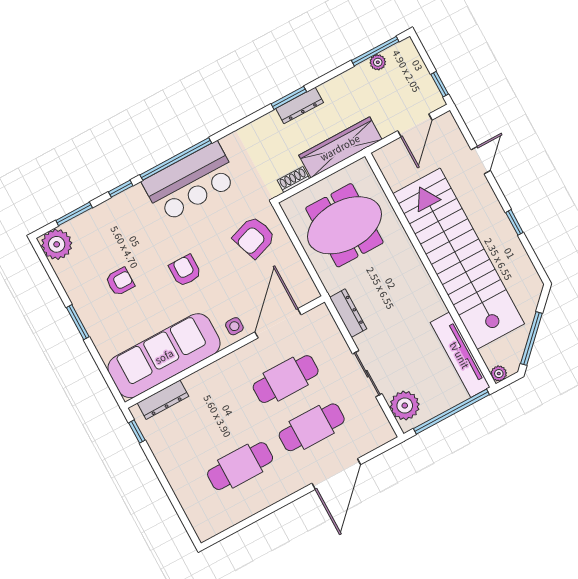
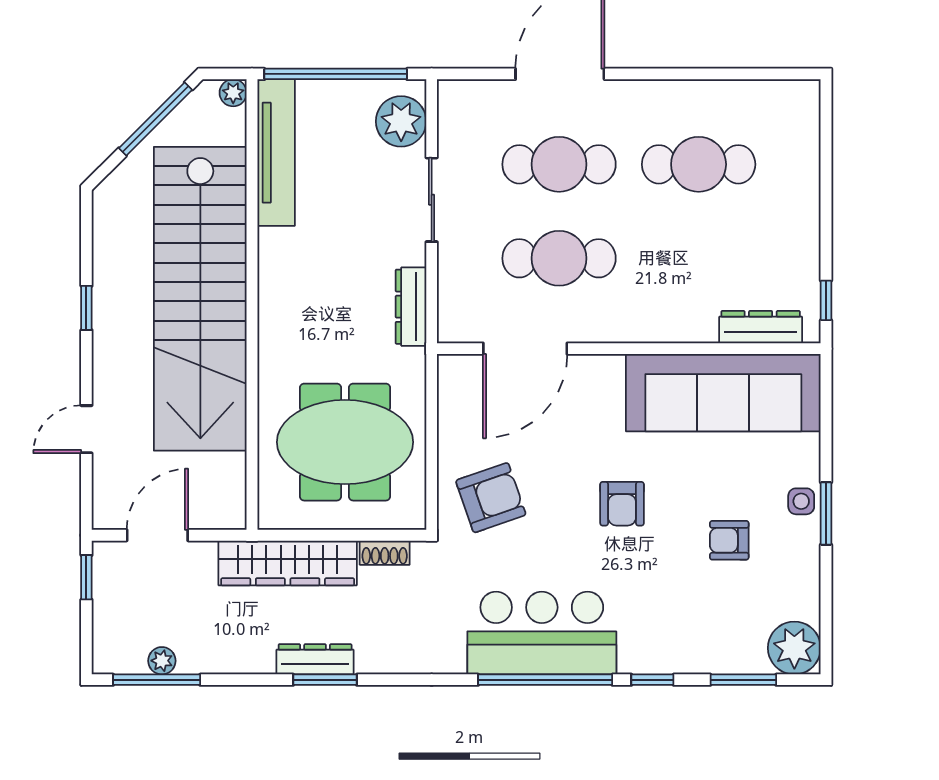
side table: (234, 326) -> (801, 501), moved

